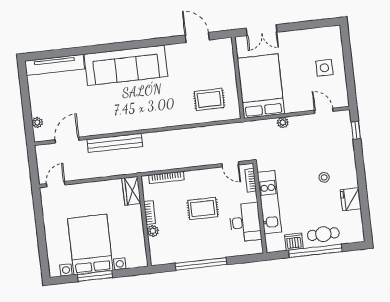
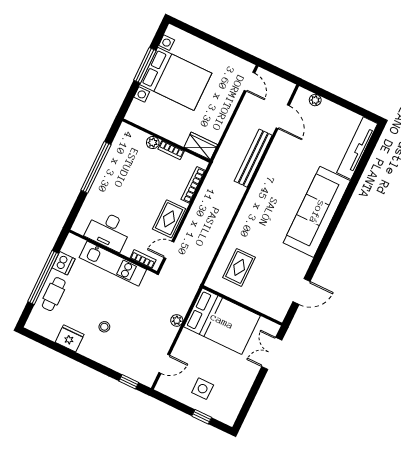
window: (347, 54) -> (202, 417), added
rug: (203, 209) -> (169, 219), moved

